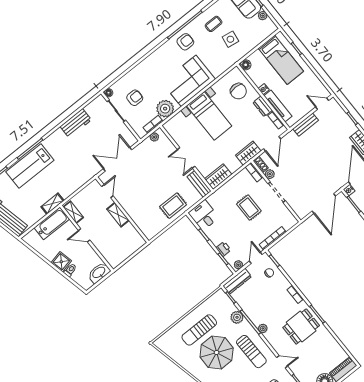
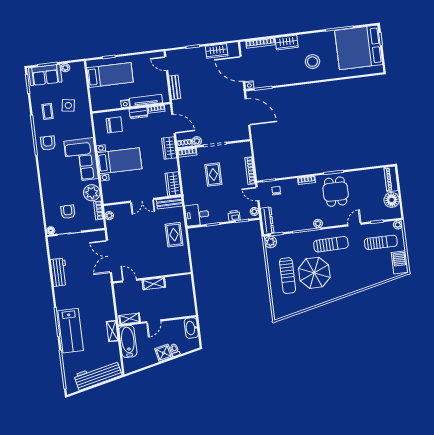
floor lamp: (246, 65) -> (96, 106), removed
door: (322, 104) -> (166, 64), hinge flipped
rug: (249, 208) -> (213, 175), turned 90
plant: (237, 317) -> (270, 242), moved

